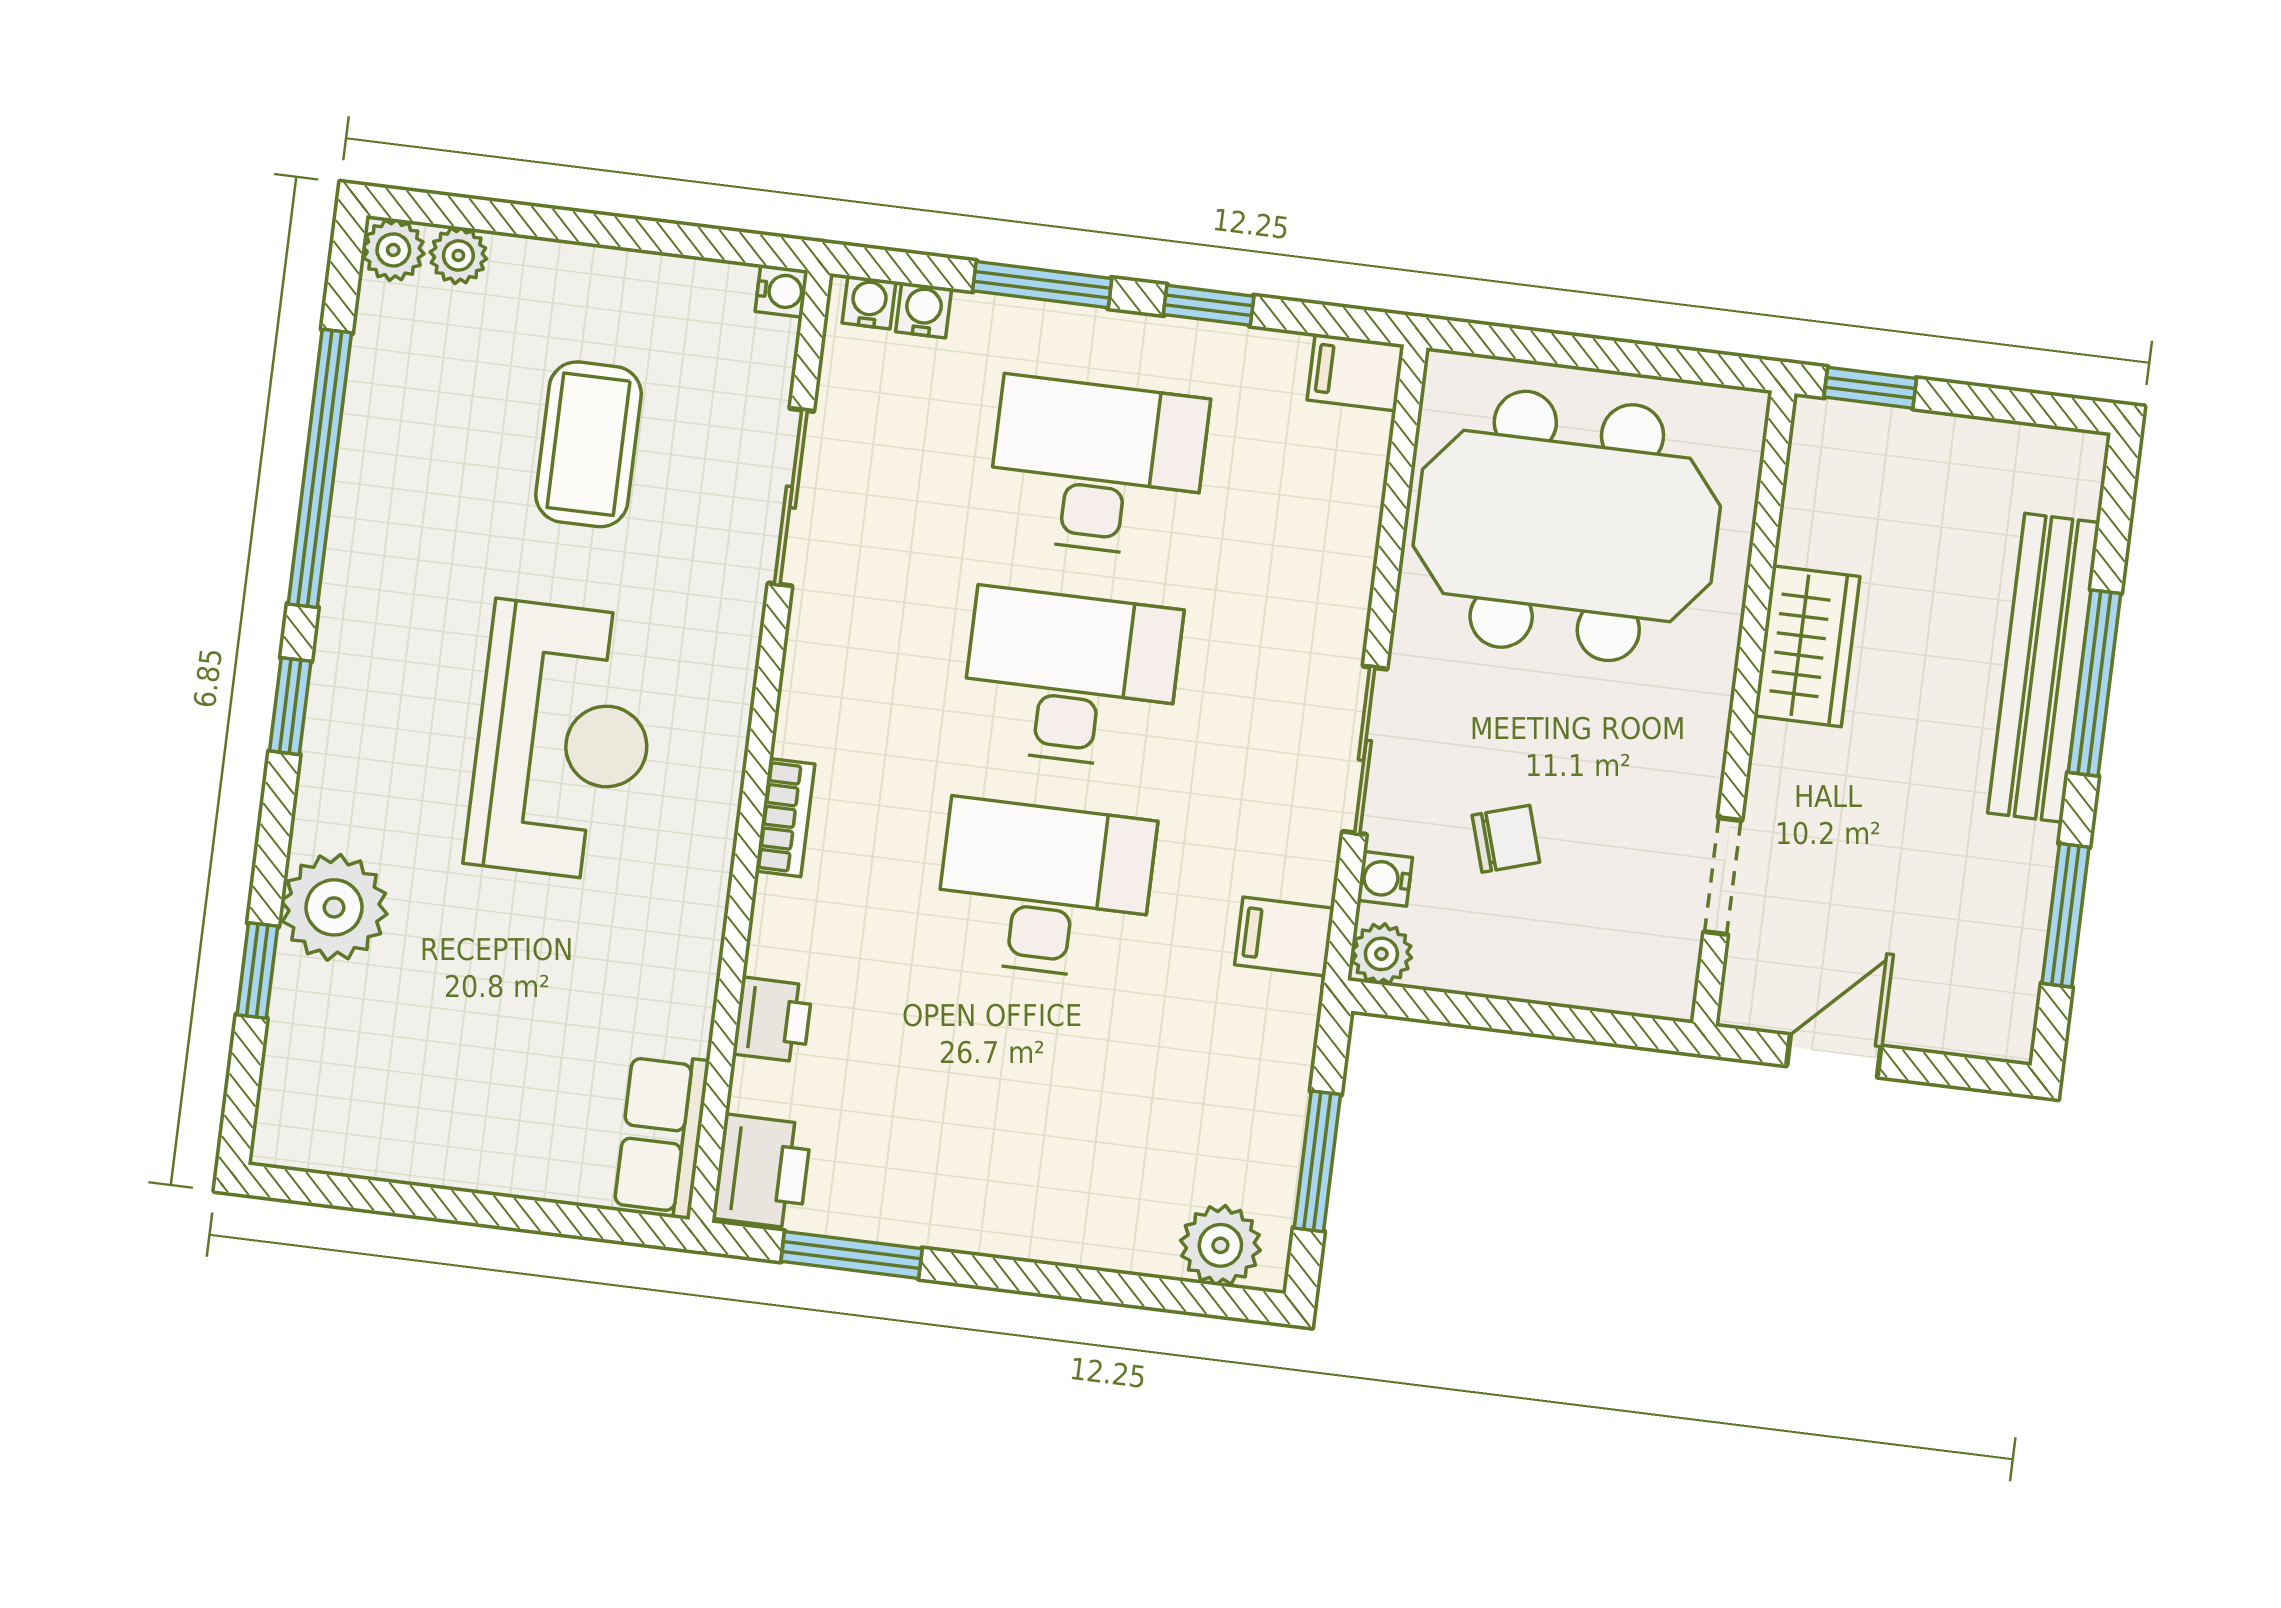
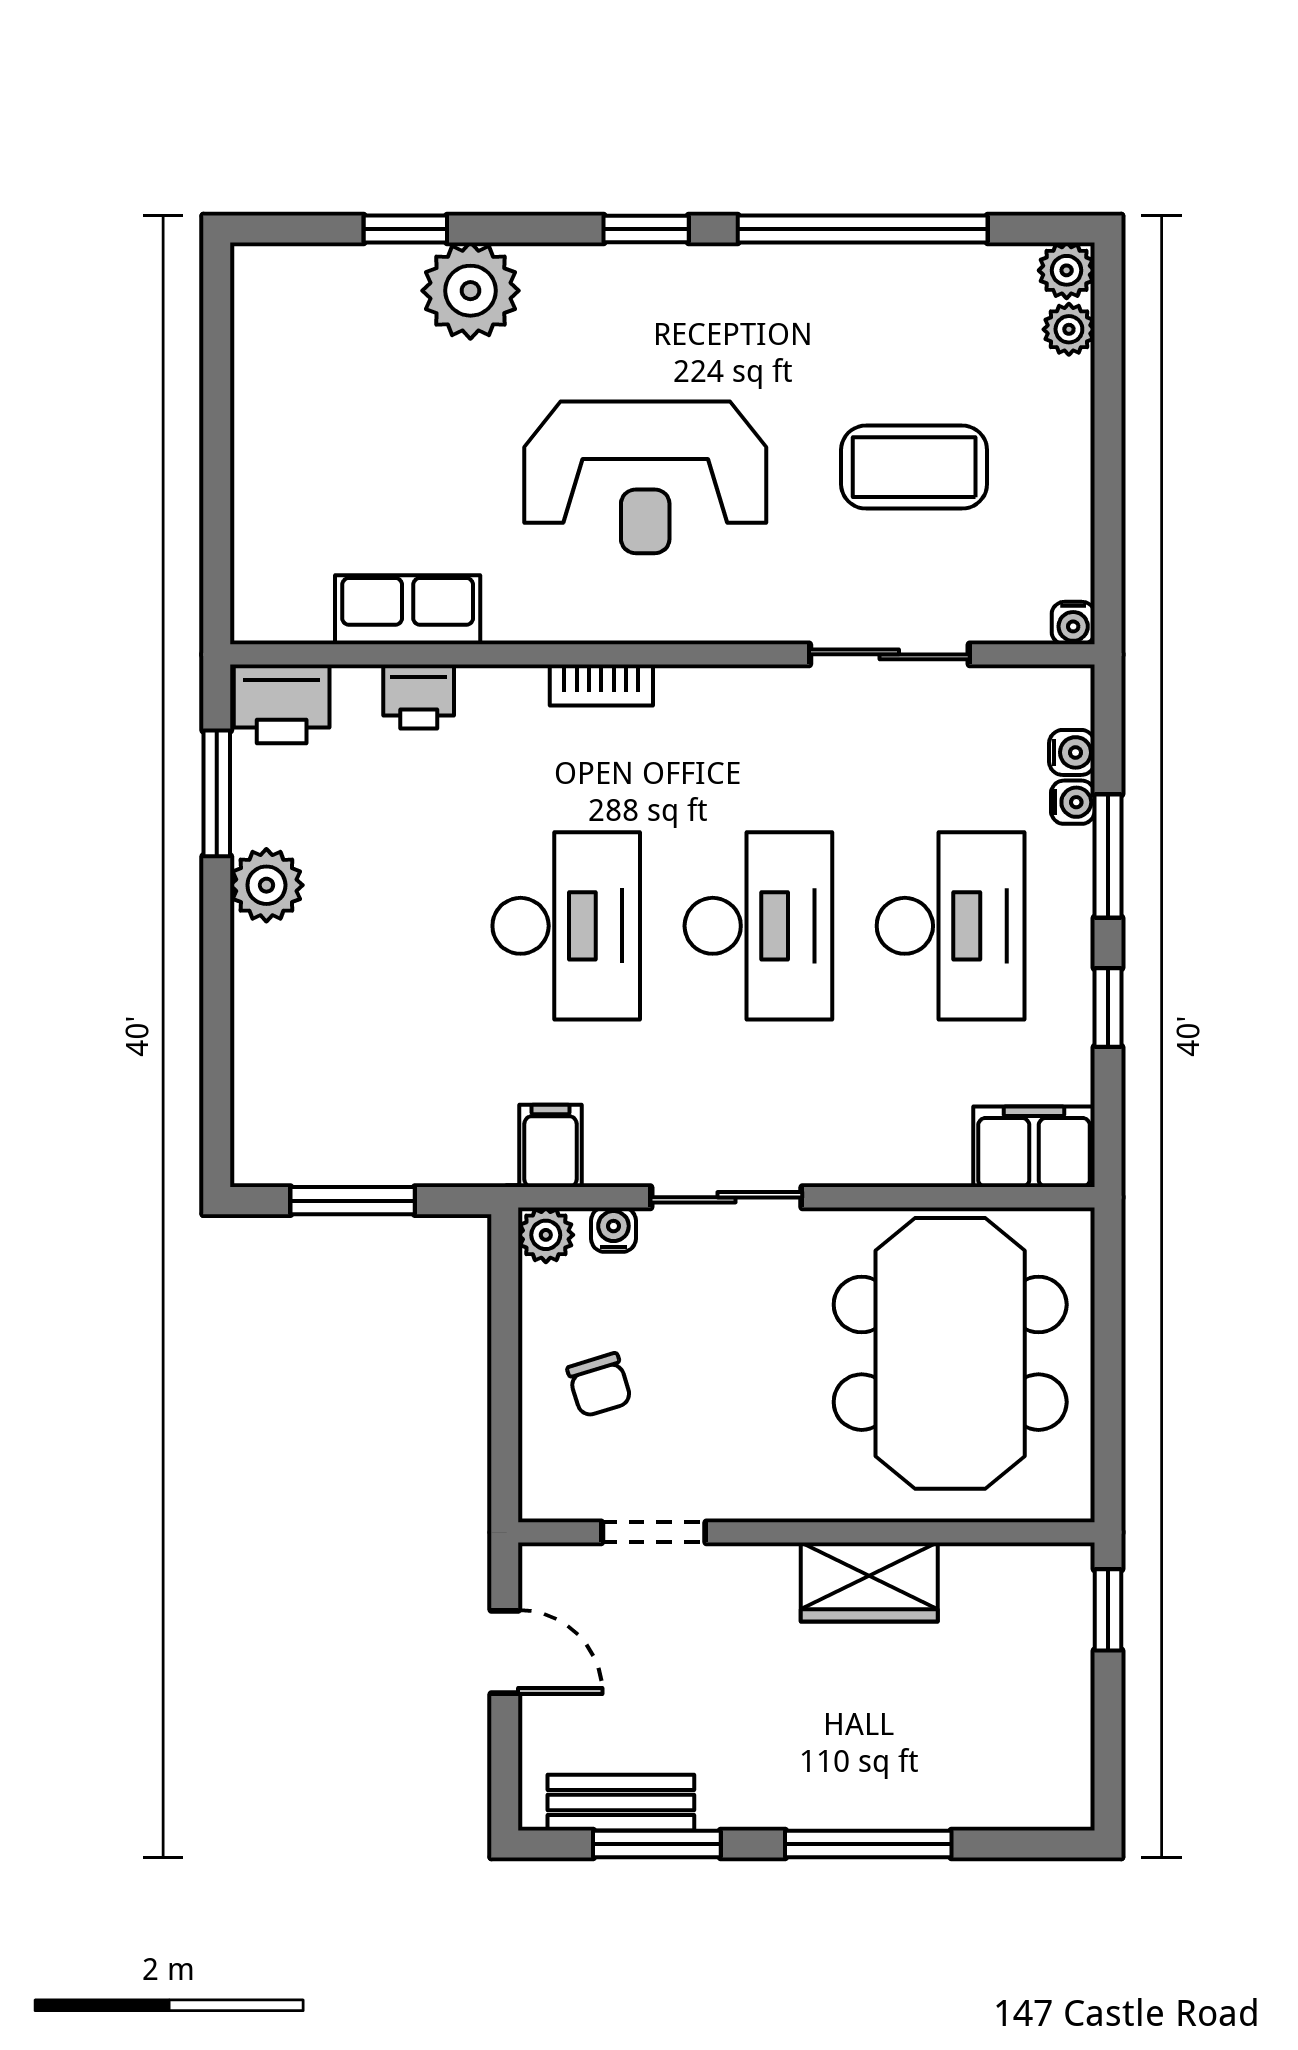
water cooler: (869, 302) -> (1073, 802), moved
filing cabinet: (1356, 372) -> (1034, 1147), width x2.00
bench: (2044, 668) -> (621, 1803), moved, width x0.54, depth x0.82
chair: (1506, 839) -> (599, 1385), moved
row of seats: (662, 1136) -> (408, 610), moved
plant: (1220, 1245) -> (266, 885), moved

